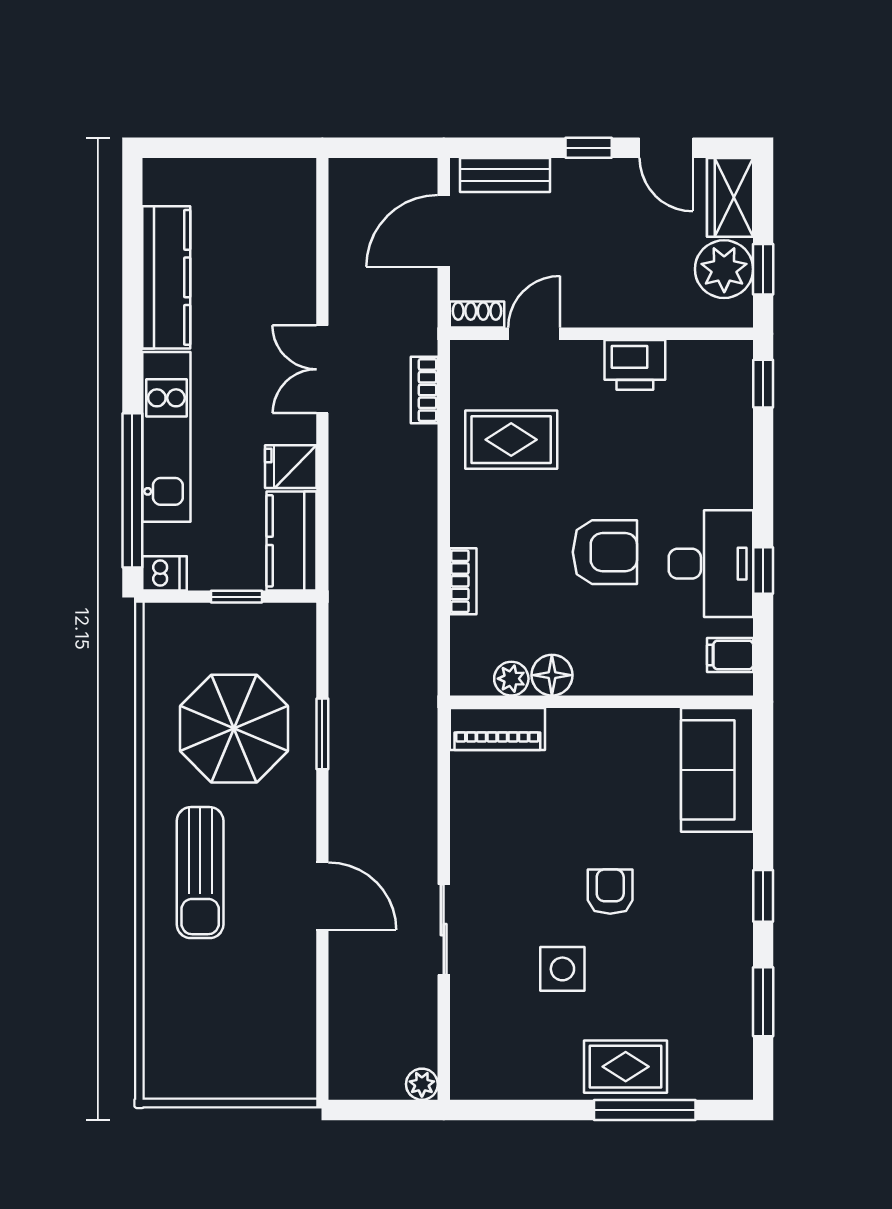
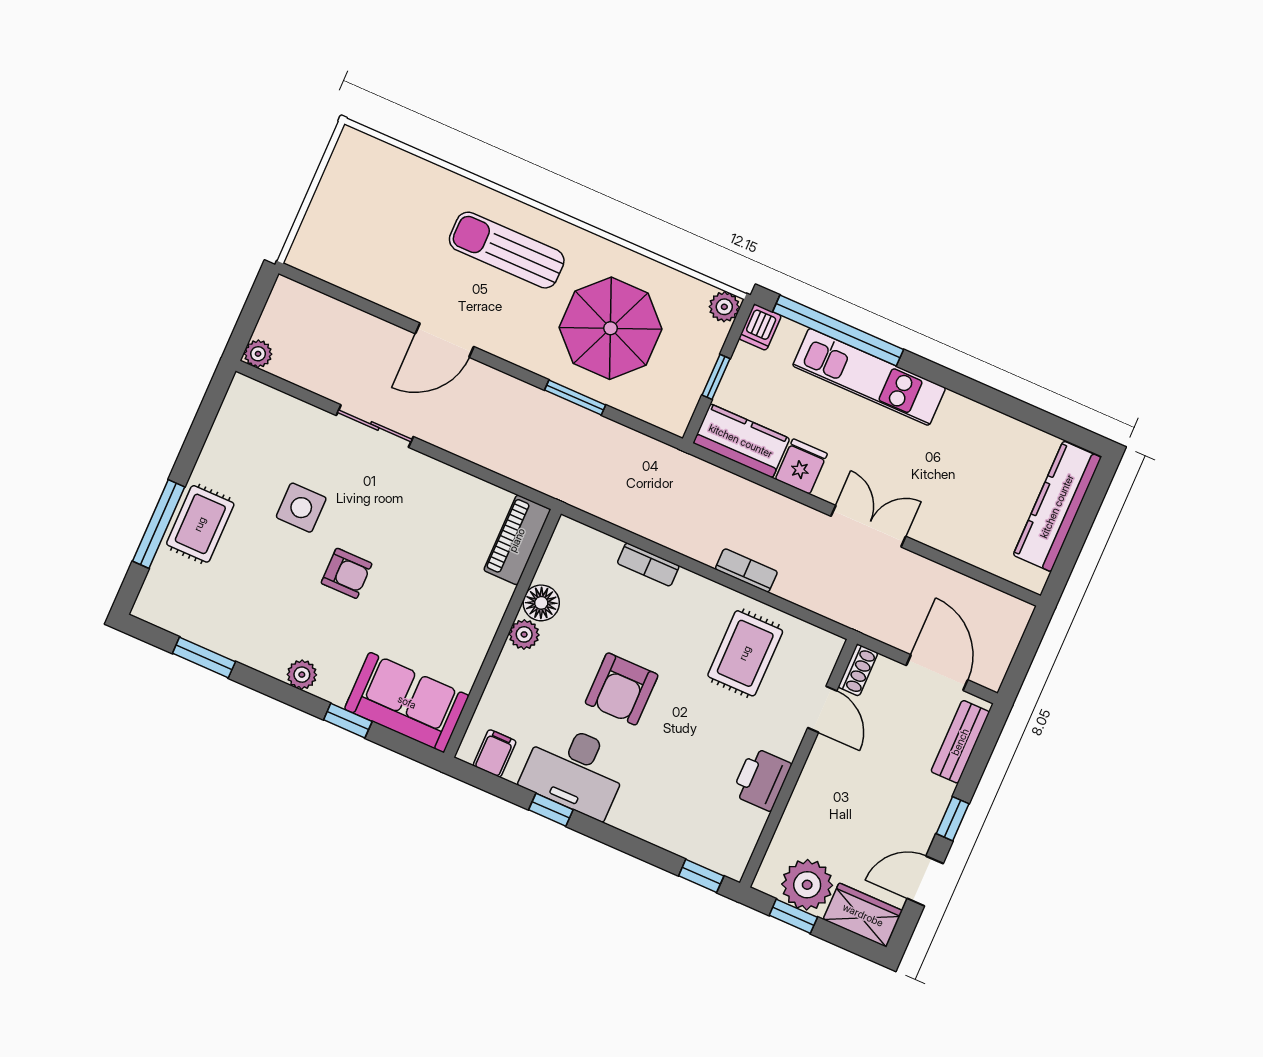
kitchen counter: (166, 277) -> (1057, 506), moved, turned 90
bookcase: (424, 390) -> (746, 570), moved
plant: (160, 620) -> (724, 307), added
plant: (511, 679) -> (524, 634), moved
plant: (736, 892) -> (302, 675), added
window: (763, 896) -> (348, 721), moved

